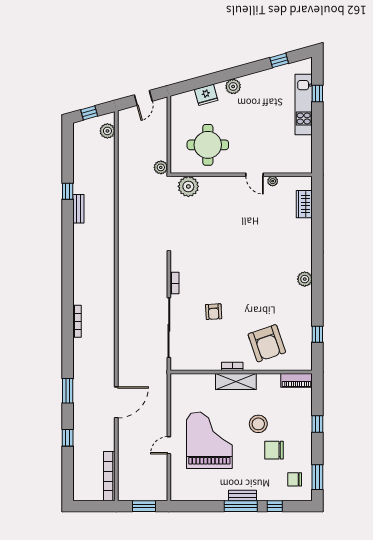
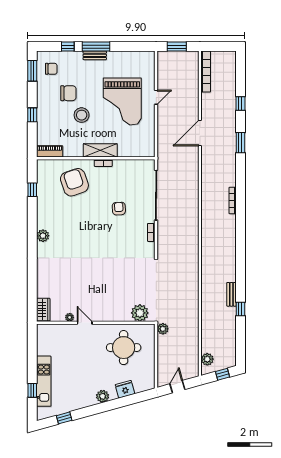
wardrobe: (304, 204) -> (43, 310), moved

